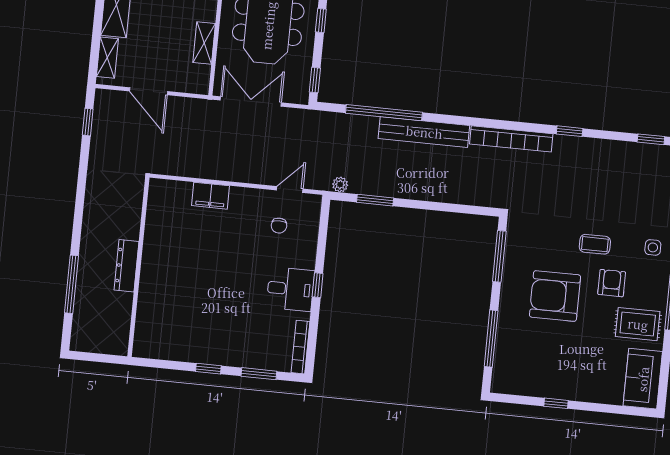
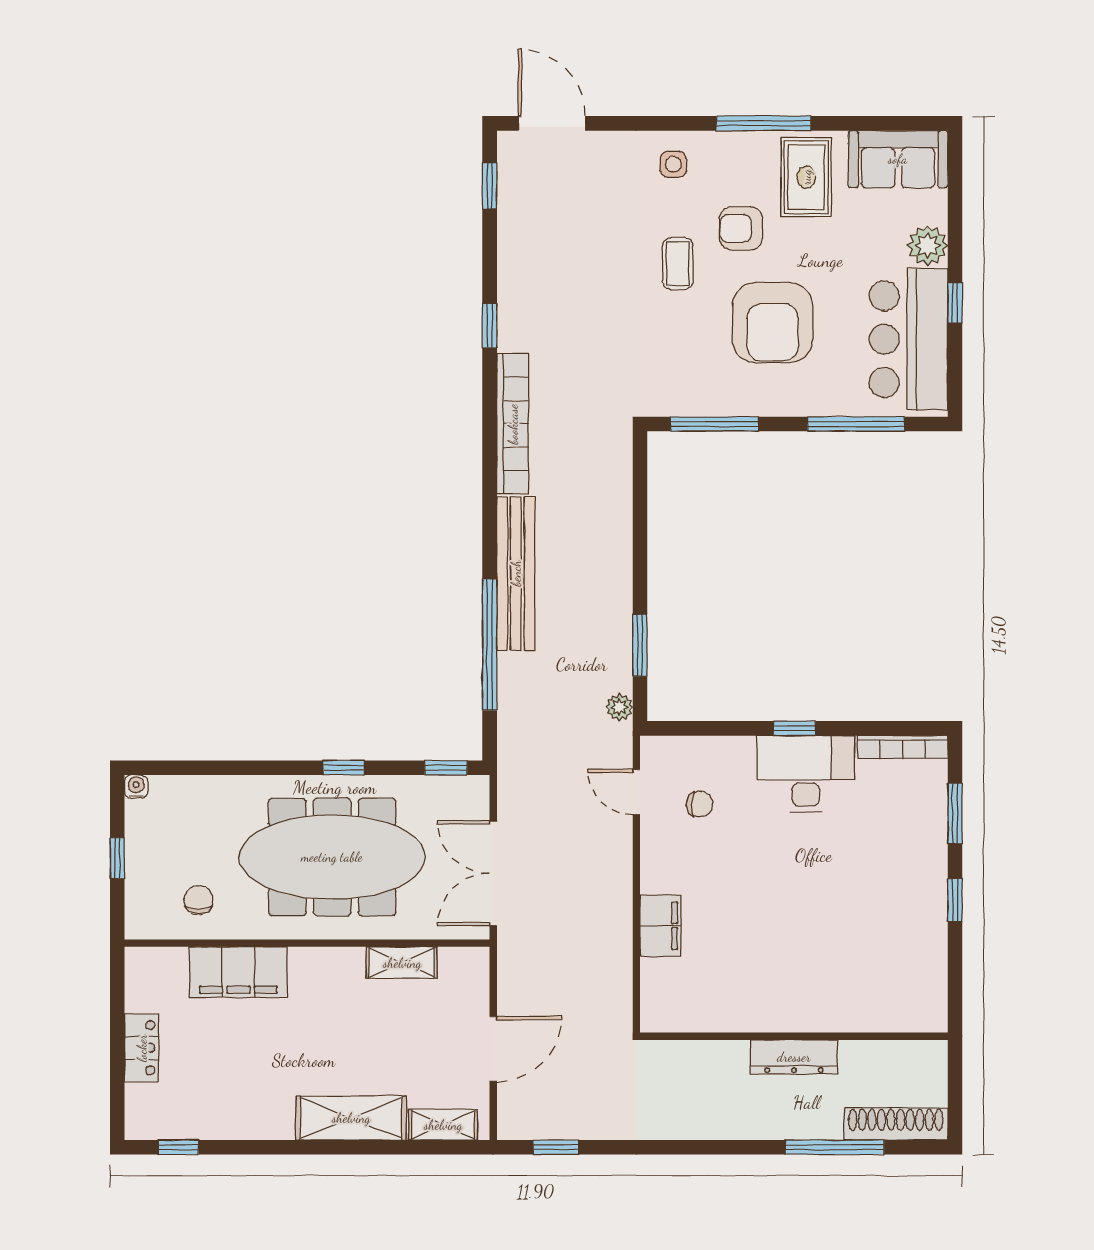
desk: (290, 289) -> (806, 774), width x1.37
shoe rack: (81, 321) -> (896, 1124), added
bar counter: (537, 374) -> (909, 339), added
plant: (591, 391) -> (928, 245), added

